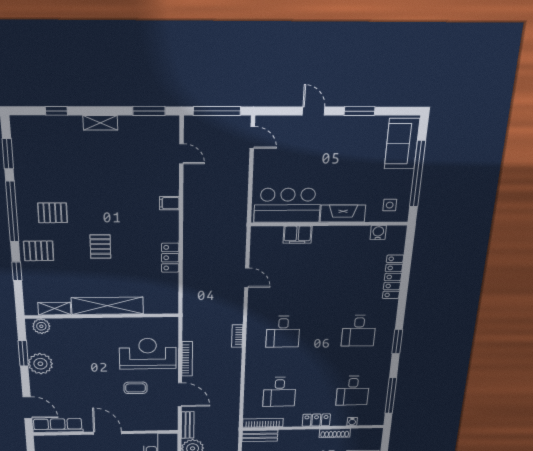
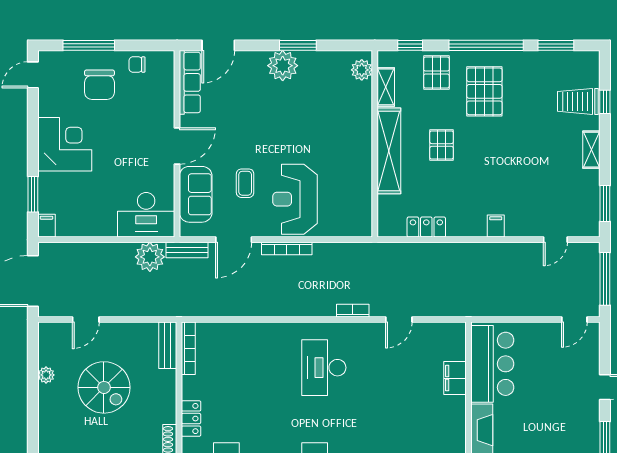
trolley: (57, 135) -> (578, 101), added
pallet: (53, 213) -> (484, 91), width x1.50, depth x1.42
pallet: (100, 247) -> (442, 145), turned 90
shelving: (107, 306) -> (389, 151), moved
shelving: (54, 309) -> (386, 87), moved
wall: (102, 316) -> (375, 144), moved
plant: (41, 326) -> (362, 70), moved
desk: (283, 332) -> (324, 368), width x1.37
bookcase: (237, 336) -> (353, 311), moved
reception desk: (148, 354) -> (295, 199), turned 180
desk: (279, 392) -> (235, 368), removed
sofa: (145, 420) -> (196, 194), added

